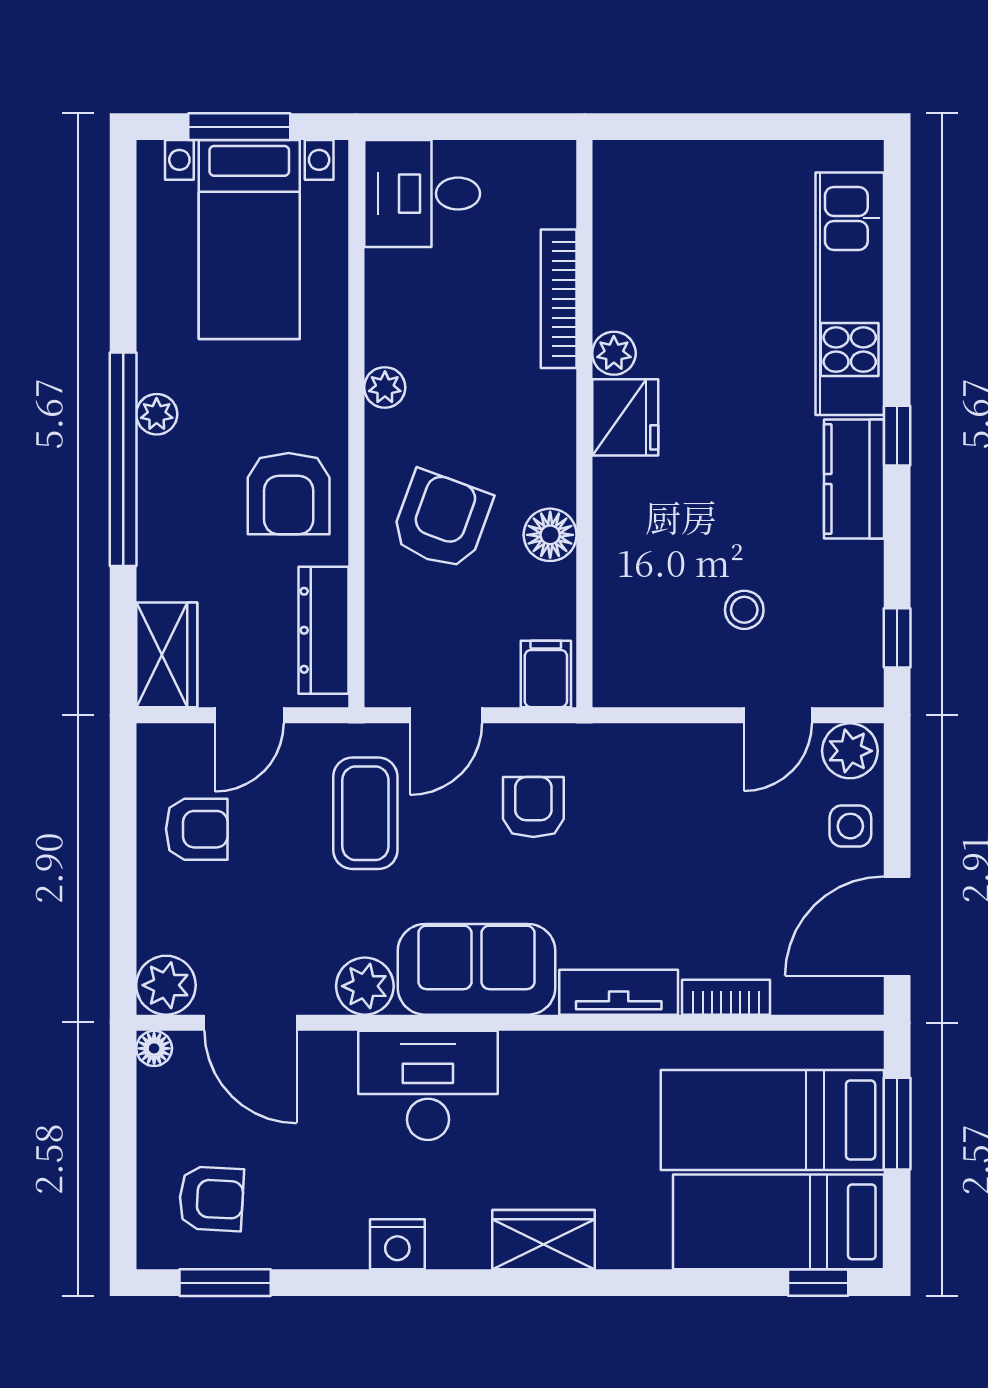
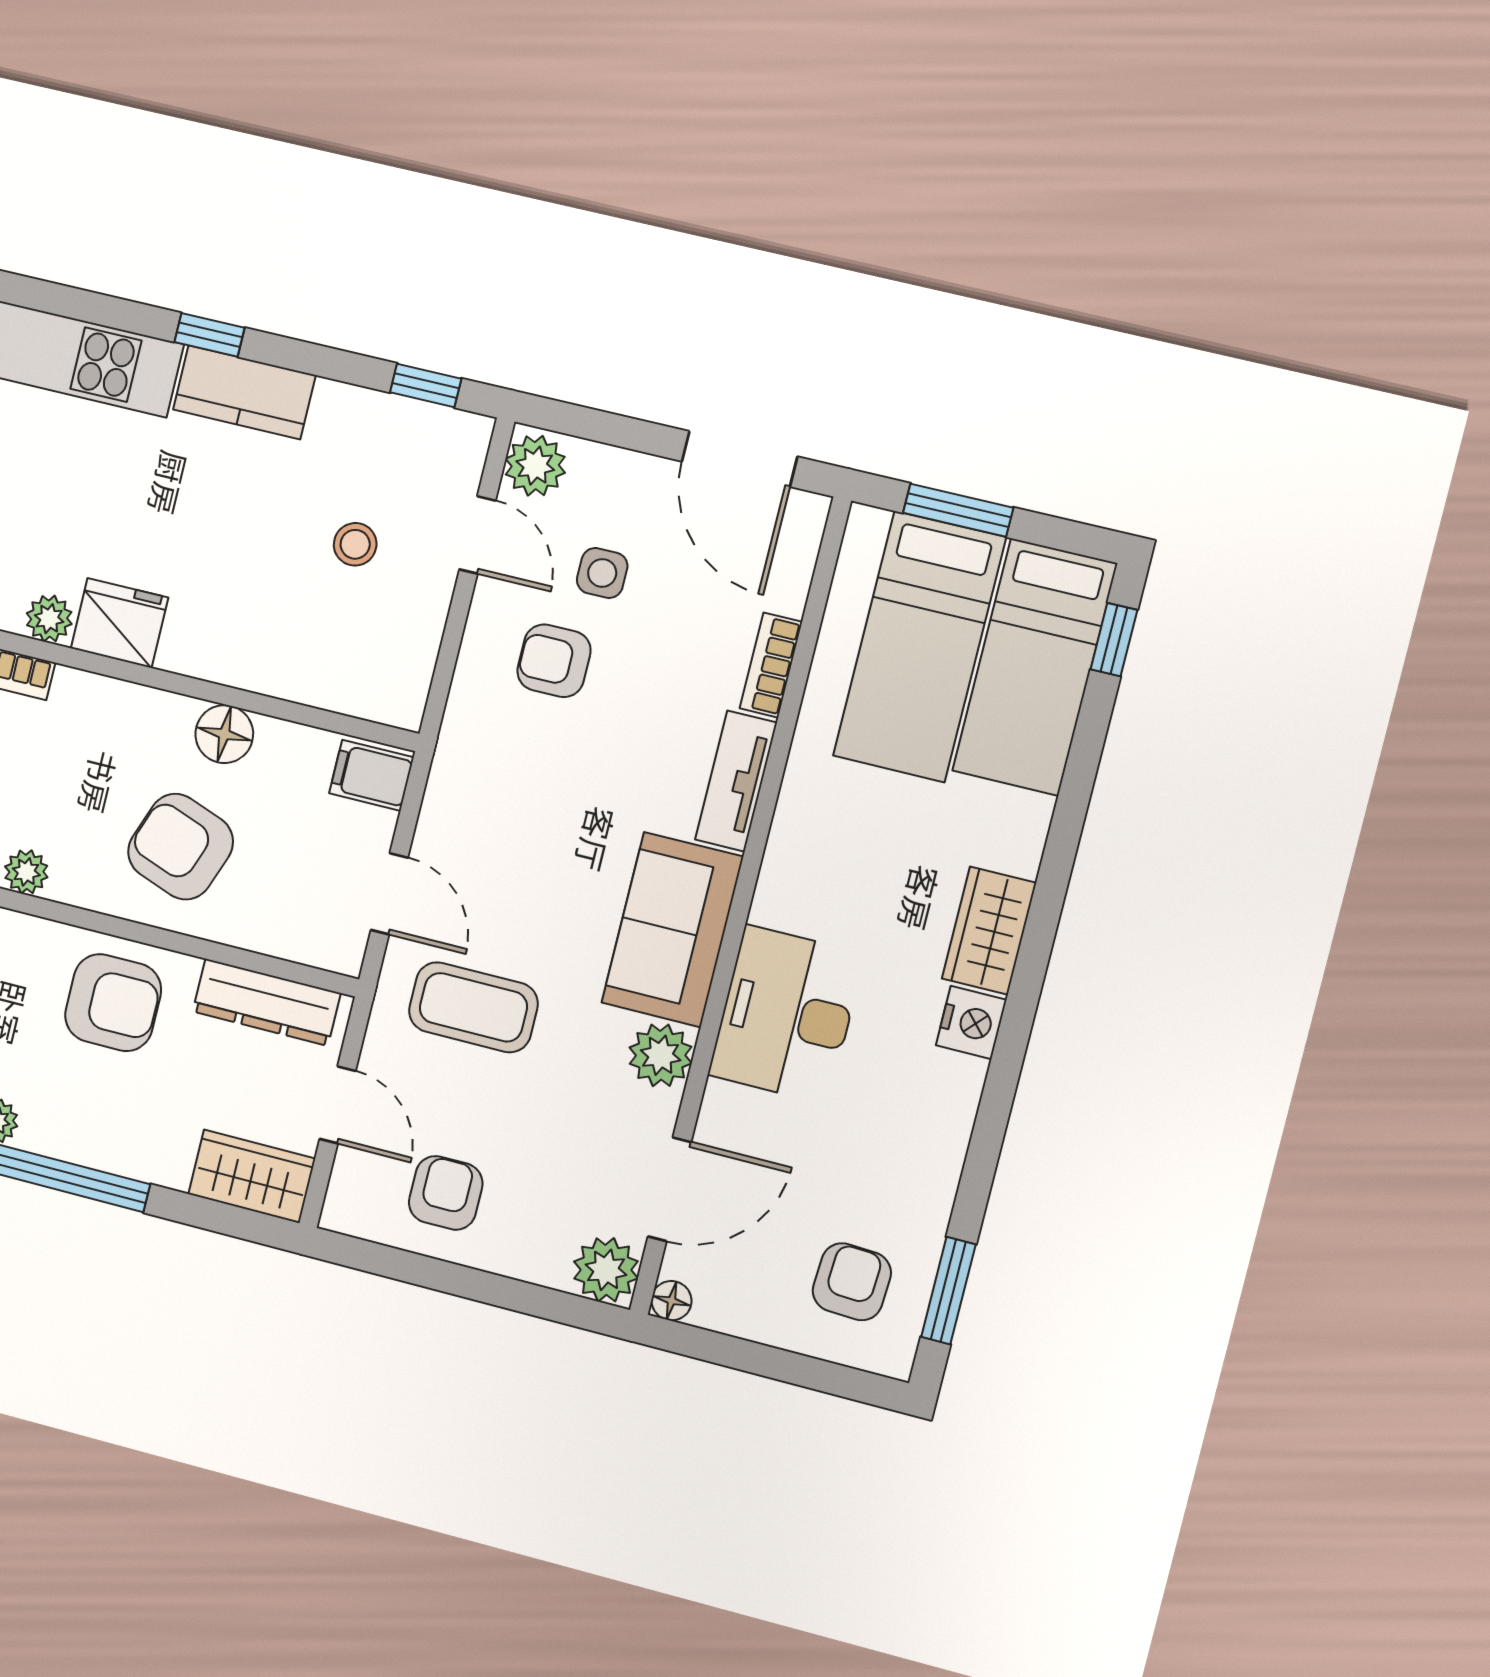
armchair: (533, 807) -> (554, 661), moved
side table: (850, 826) -> (602, 573), moved
nightstand: (397, 1244) -> (971, 1022), moved

